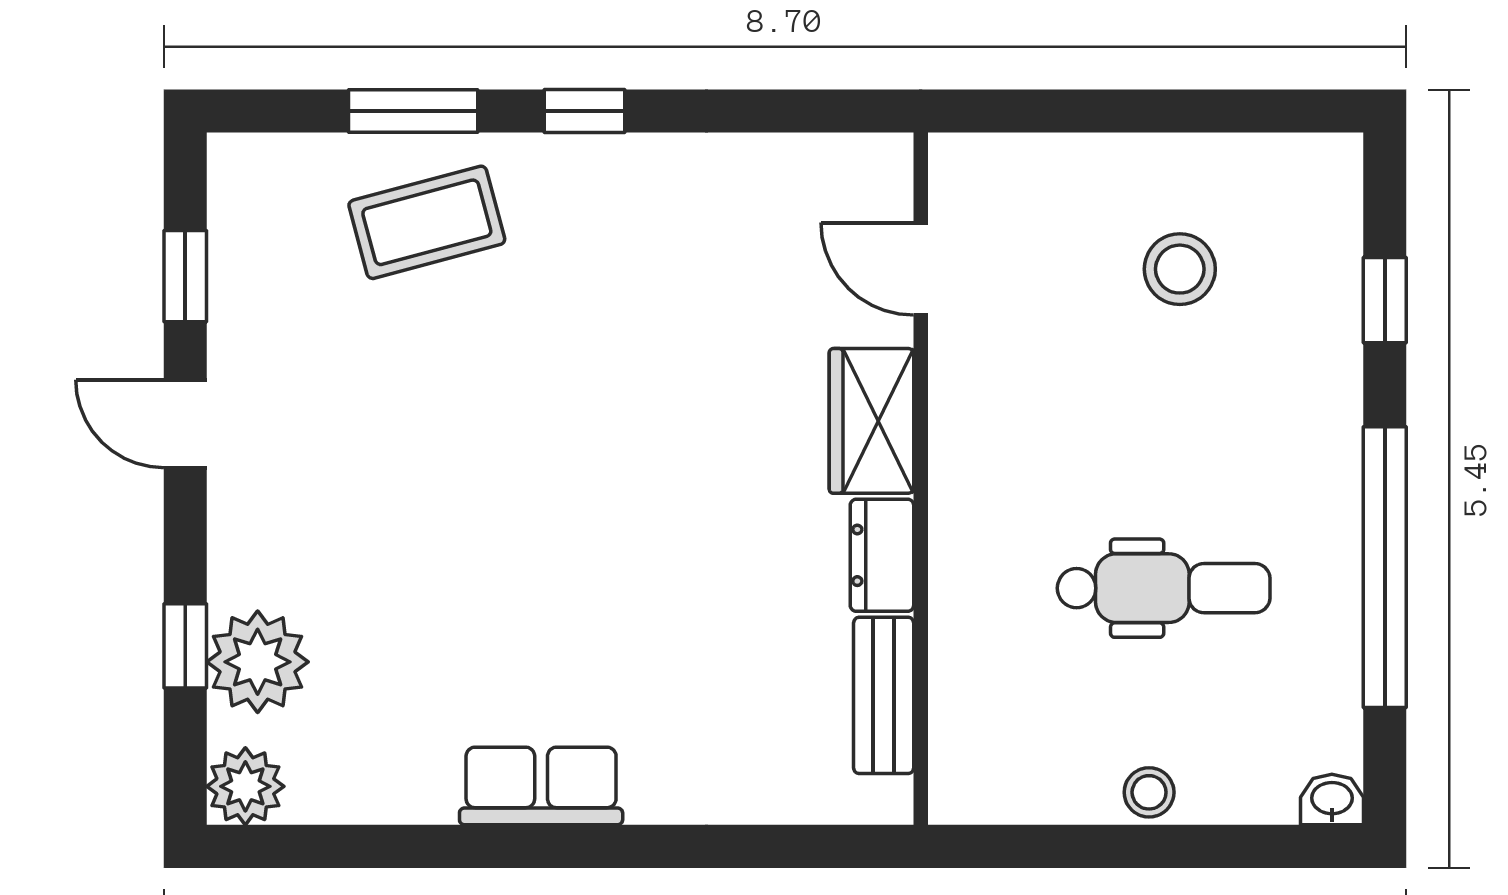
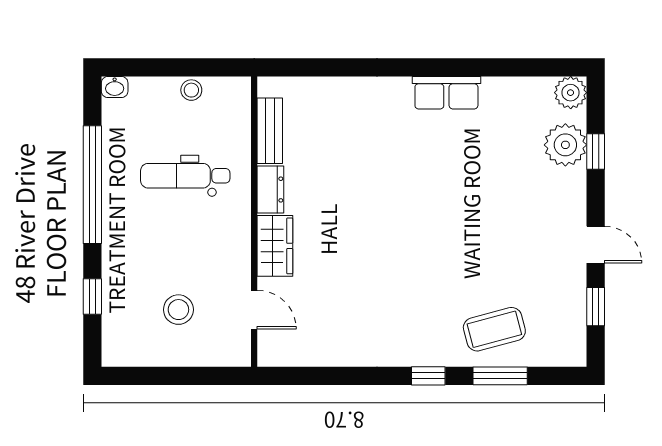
door: (921, 269) -> (254, 310), moved
wardrobe: (871, 421) -> (275, 246), moved
wall: (921, 479) -> (254, 222), moved
dresser: (882, 555) -> (270, 190), moved
bench: (884, 695) -> (270, 131), moved

